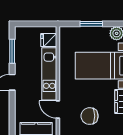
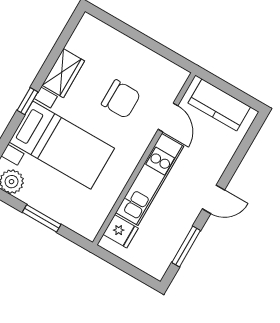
chair: (90, 116) -> (121, 99), moved

